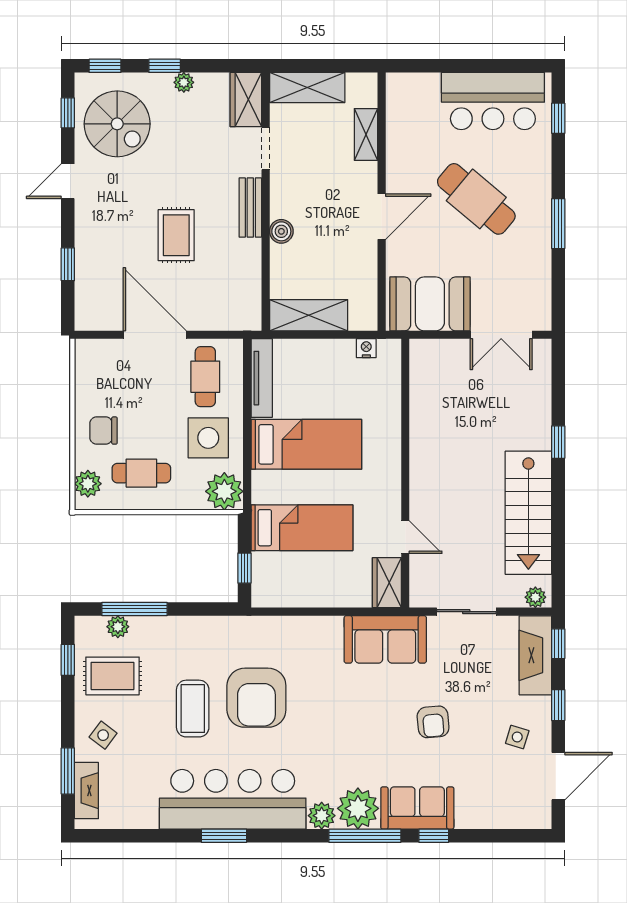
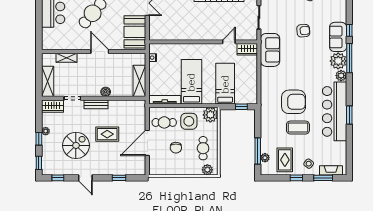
spiral stairs: (117, 124) -> (76, 145), moved
chair: (104, 431) -> (176, 148), moved
window: (68, 660) -> (296, 178), moved

